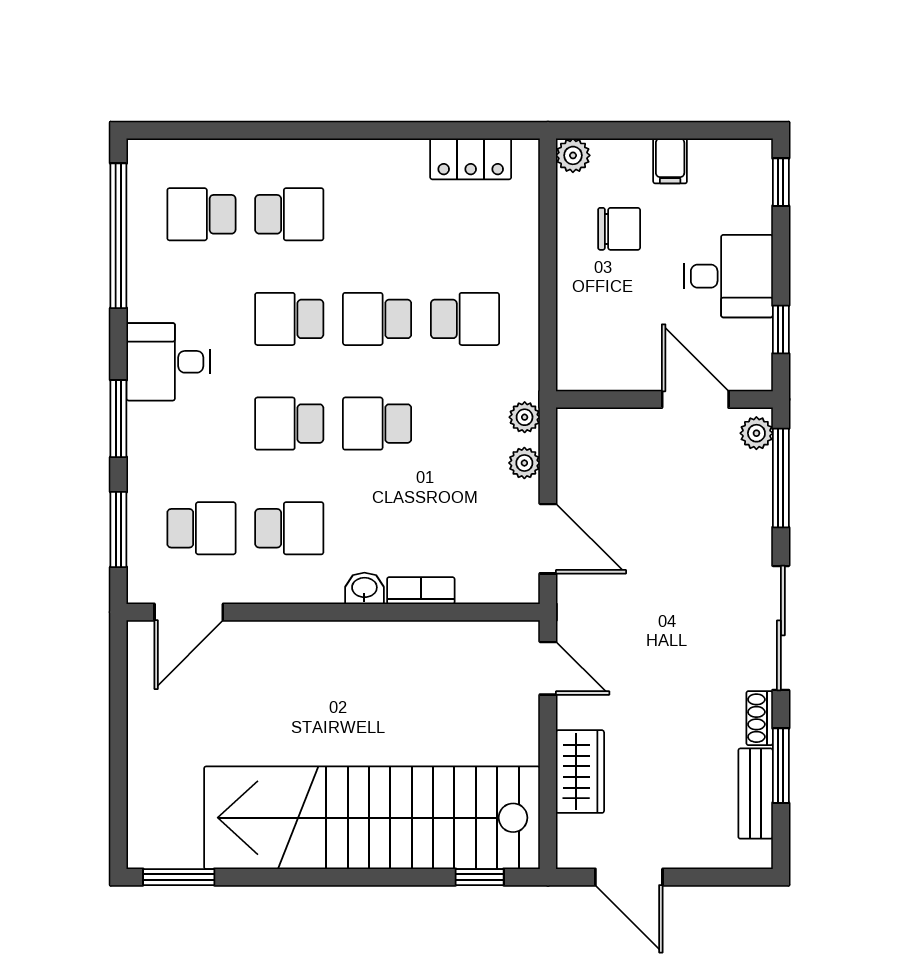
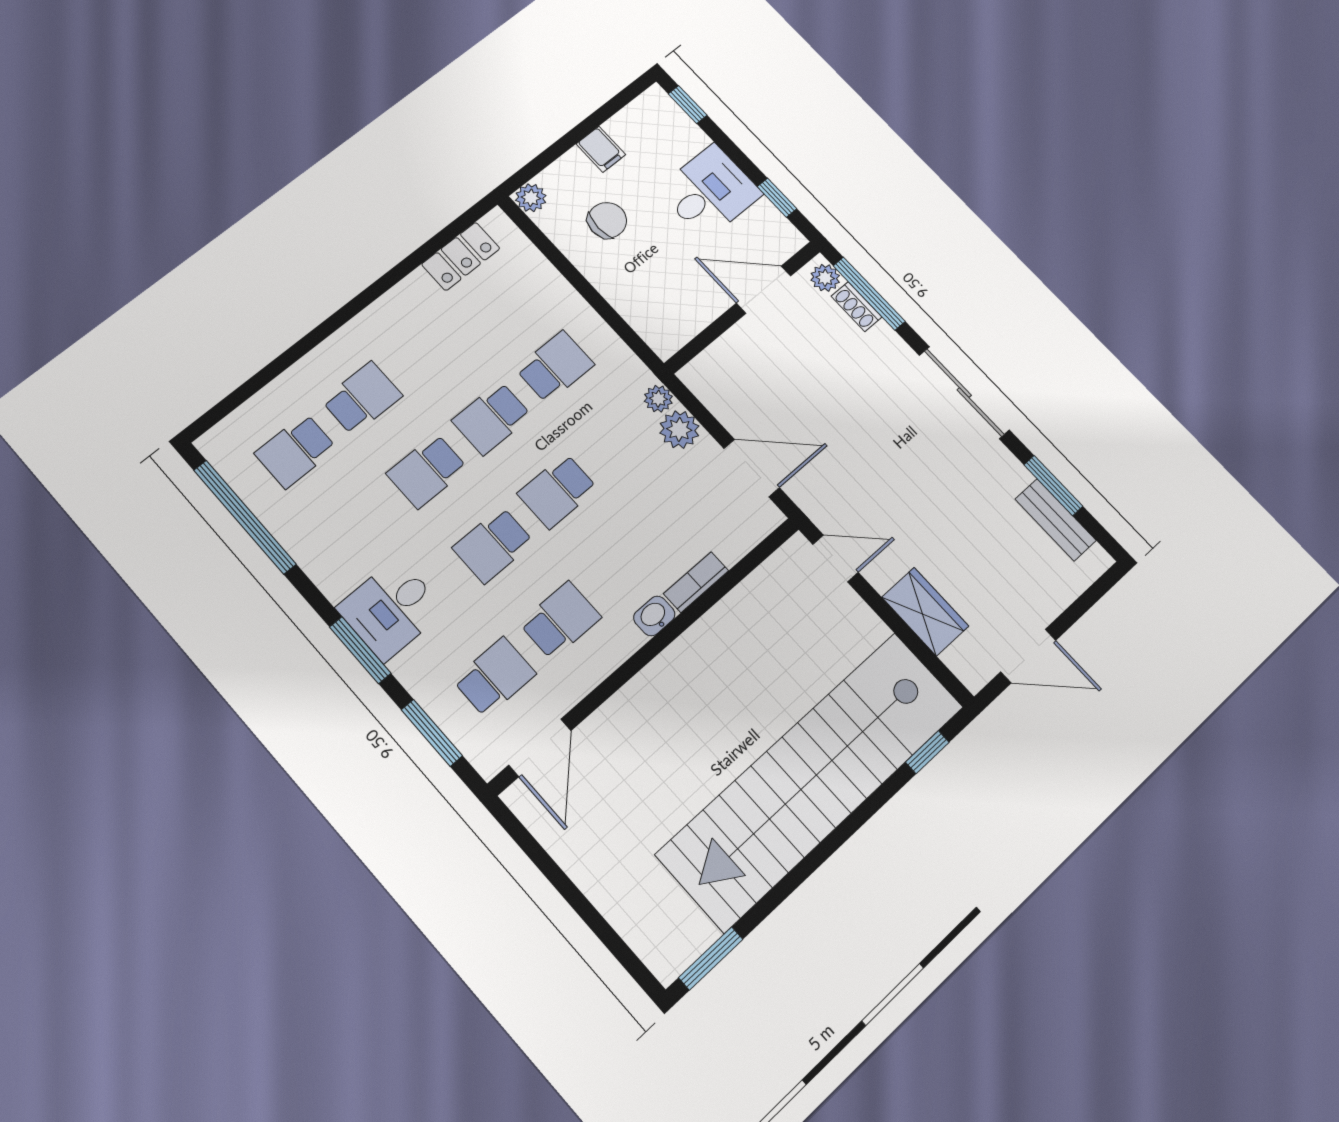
desk: (168, 362) -> (391, 609), moved
plant: (524, 463) -> (679, 430), width x1.38, depth x1.38
shoe rack: (760, 718) -> (856, 307), moved

